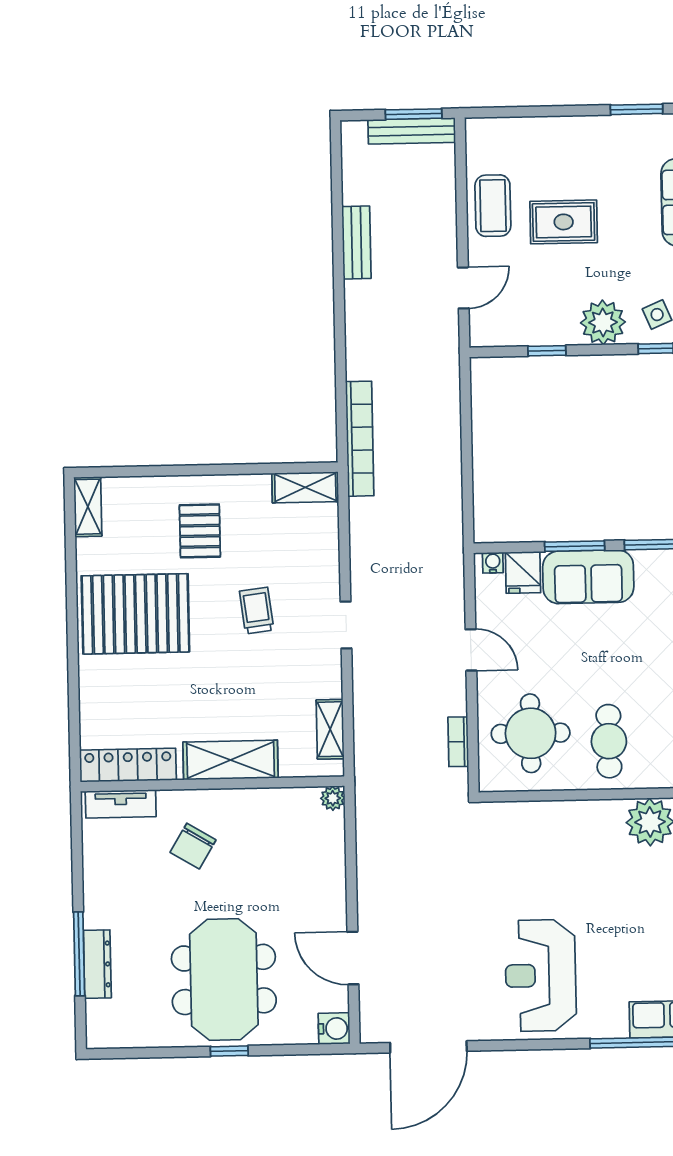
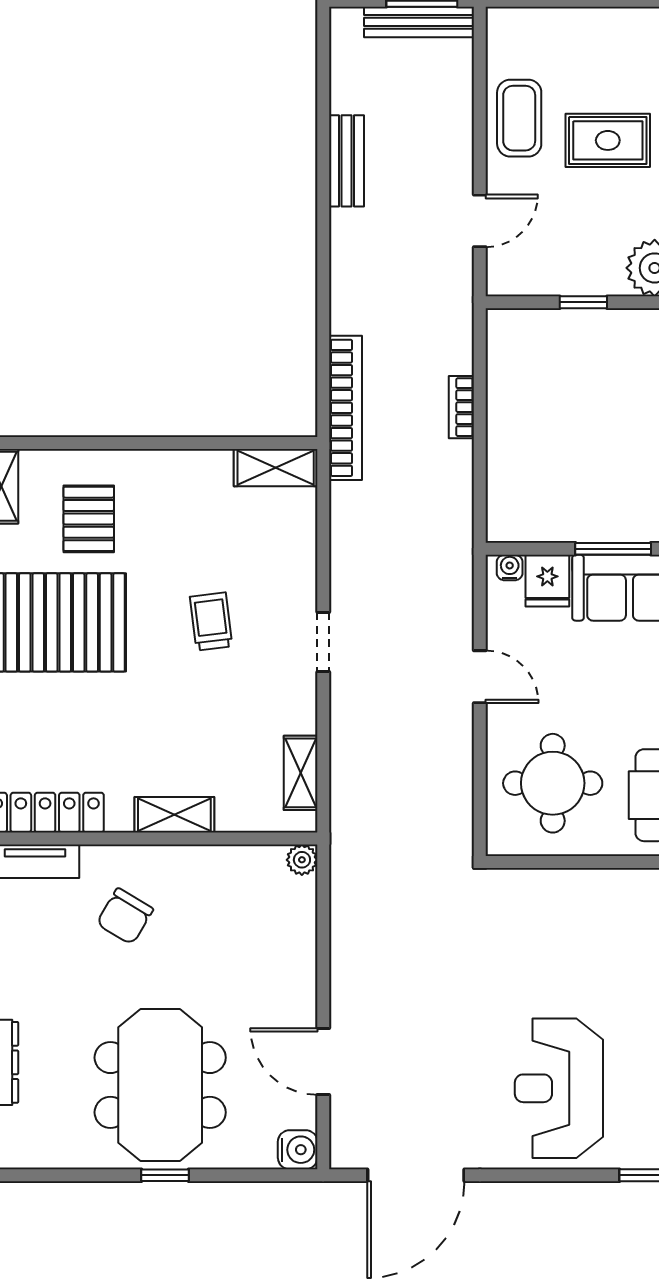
pallet: (200, 531) -> (89, 519), moved
bookcase: (458, 742) -> (461, 407), moved
shelving: (231, 760) -> (174, 815), width x0.67, depth x0.75

